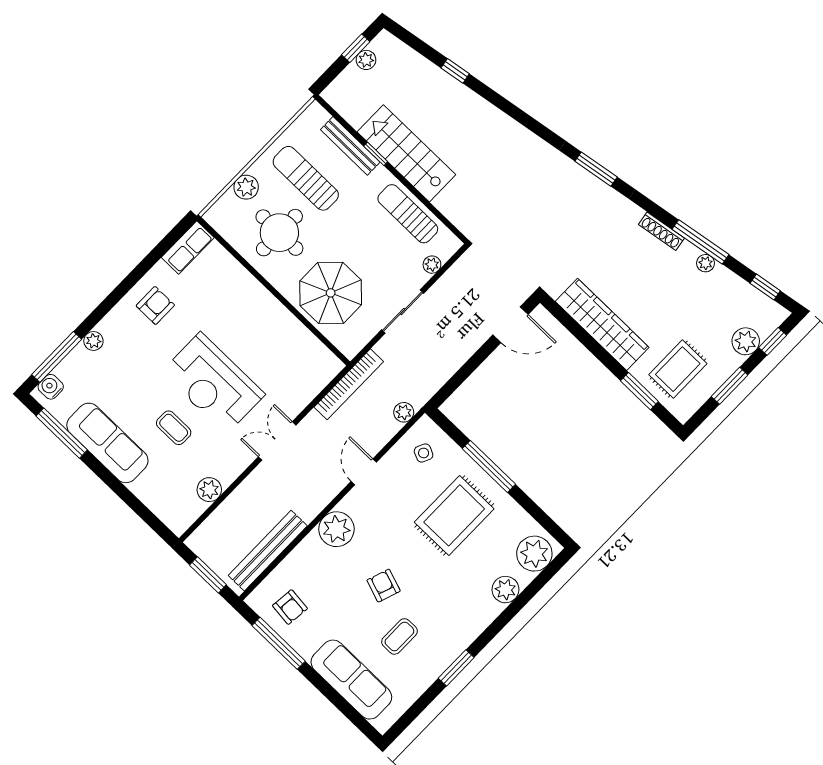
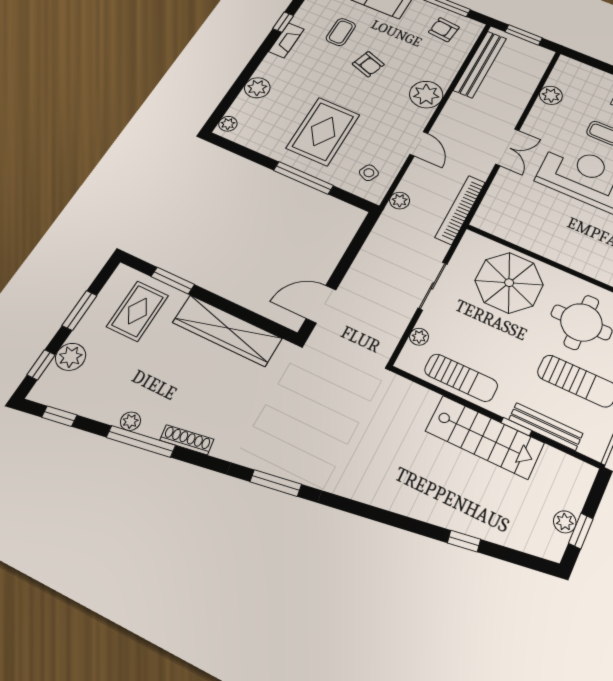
plant: (534, 554) -> (228, 124), width x0.53, depth x0.53
fireplace: (459, 642) -> (286, 40), added
window: (456, 668) -> (283, 22), width x0.67

